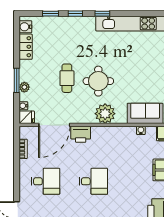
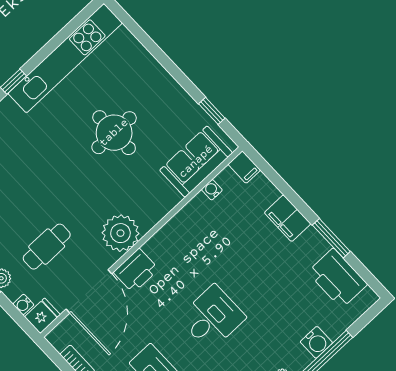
cafe table: (67, 78) -> (47, 247), moved, turned 90
round table: (98, 81) -> (114, 133), moved
plant: (105, 114) -> (120, 233), moved

